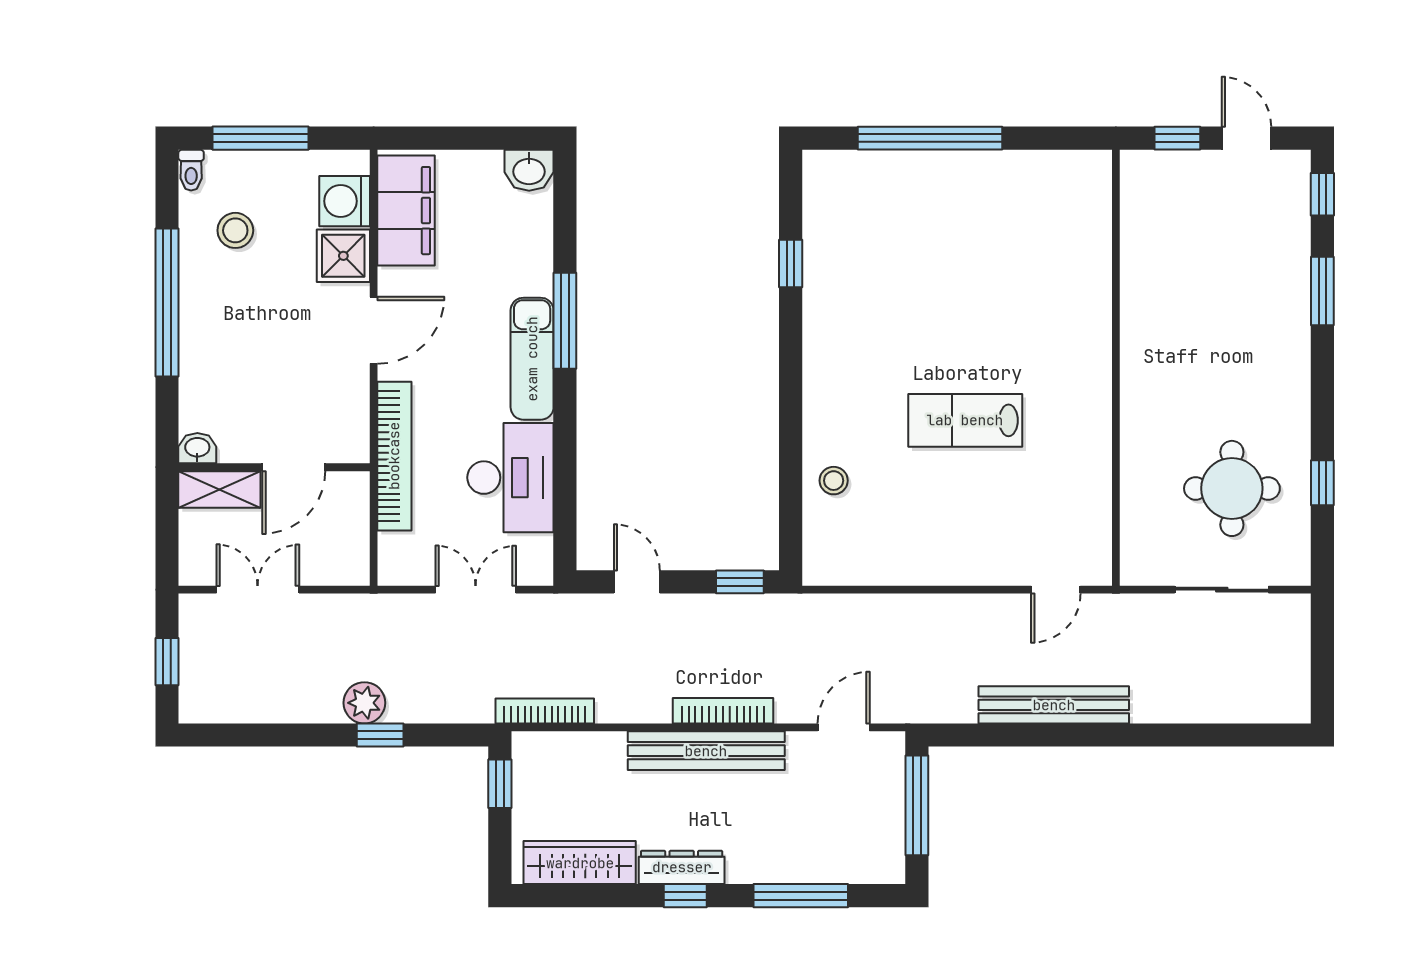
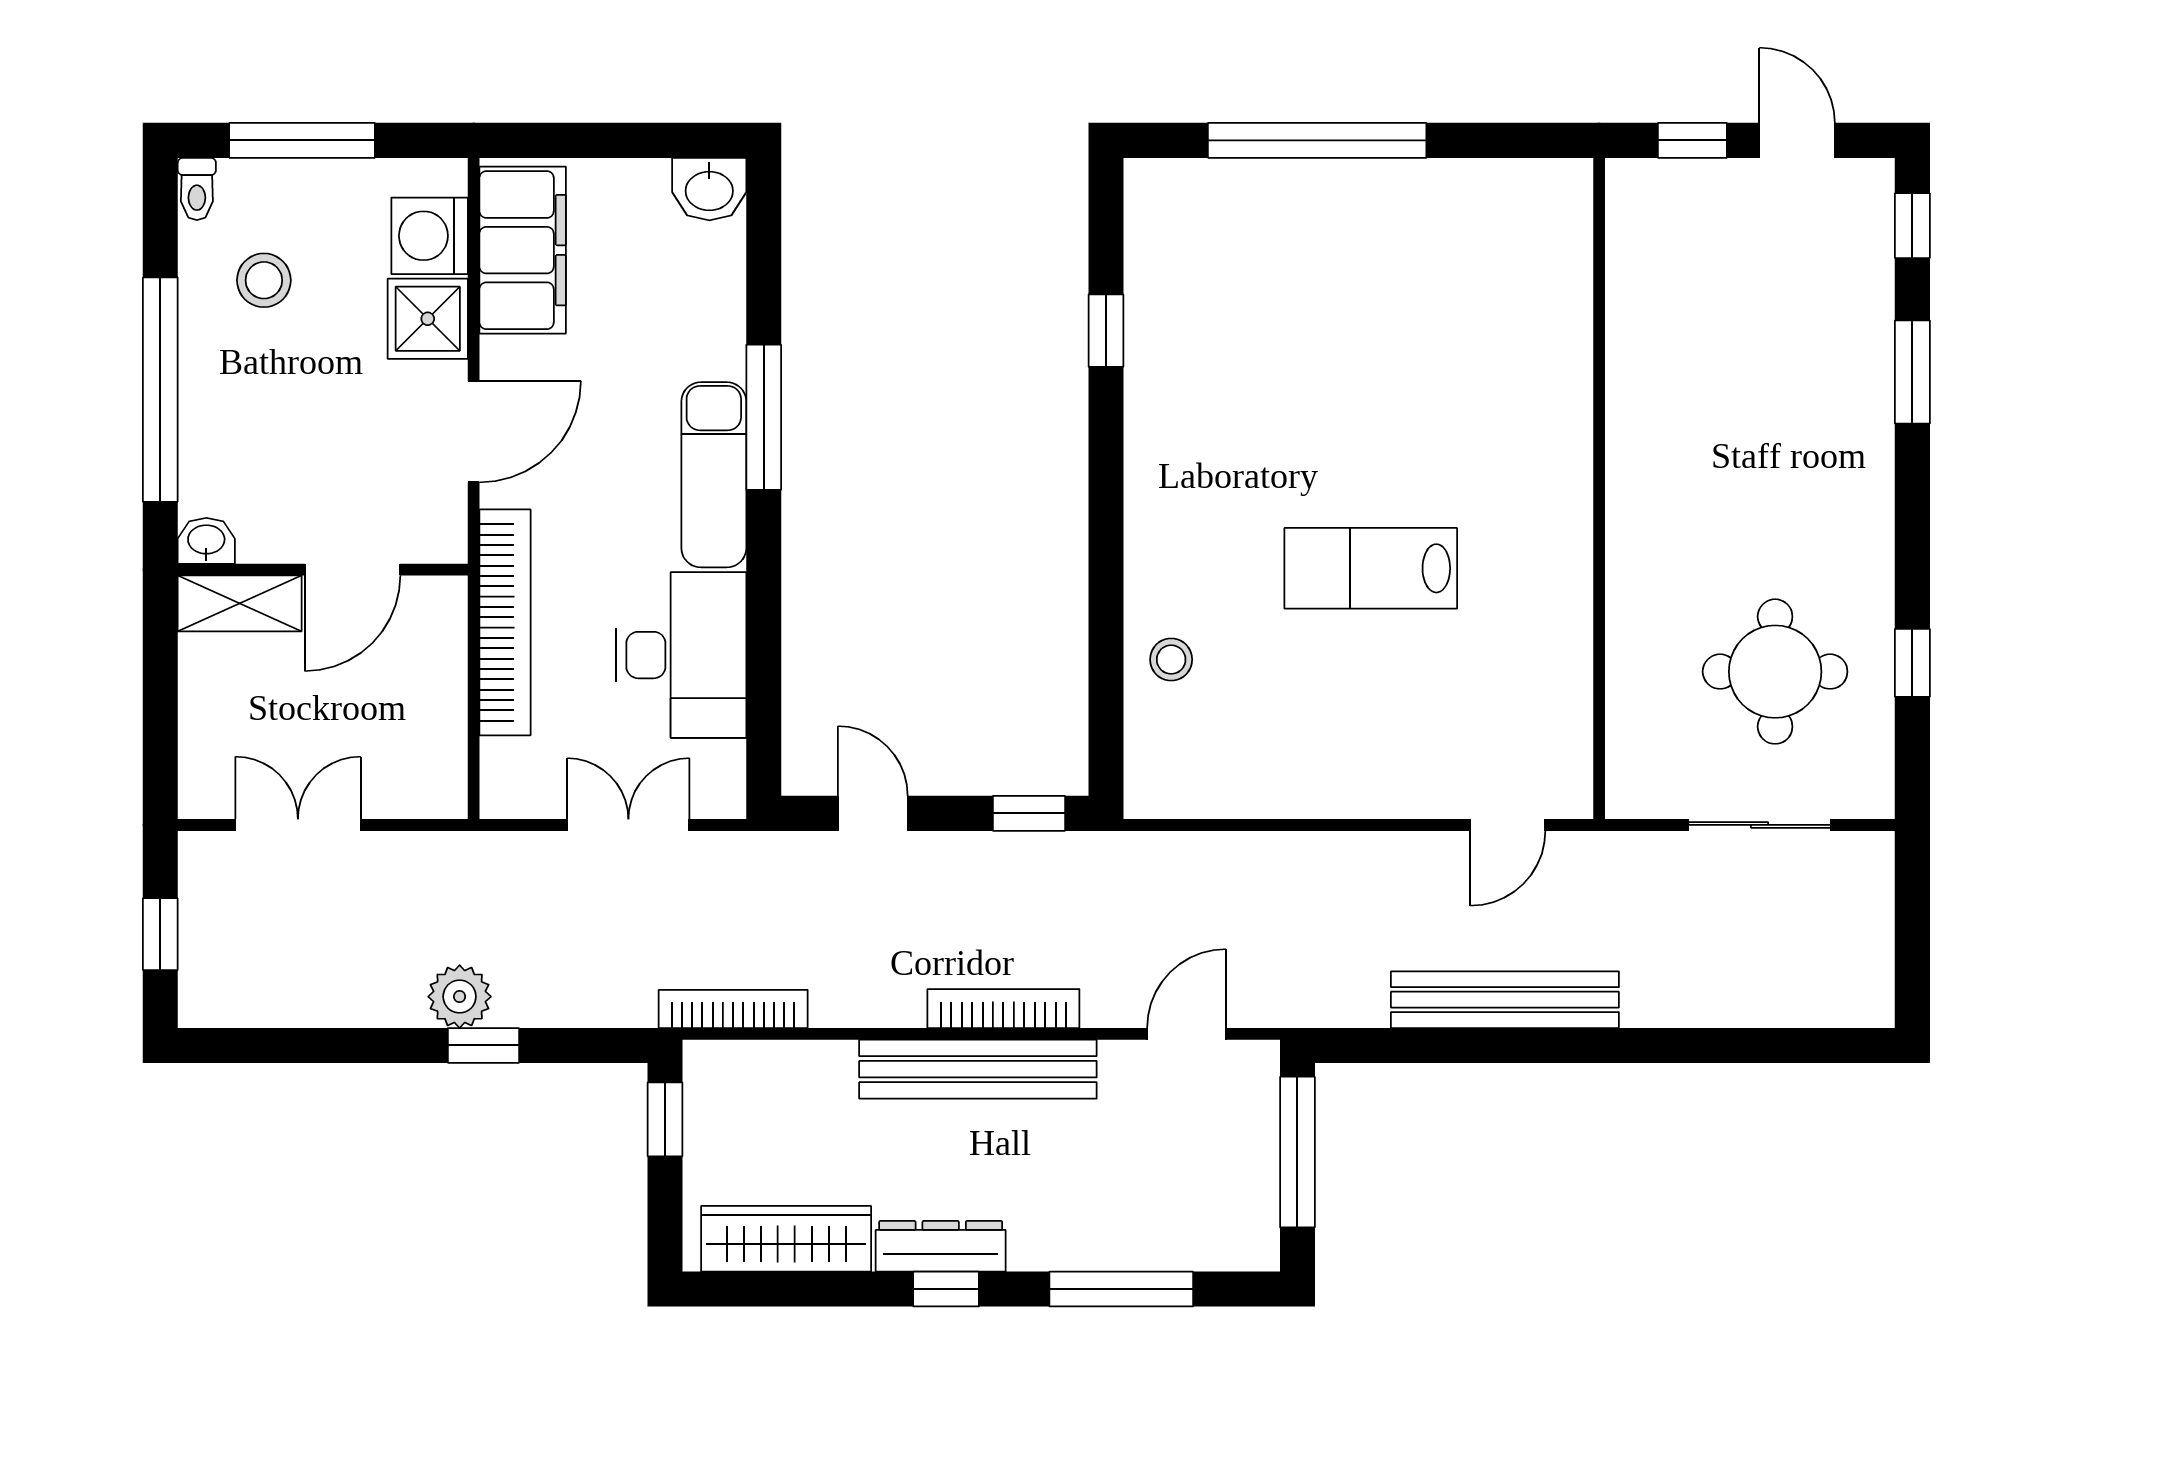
washbasin: (197, 448) -> (206, 541), moved
wall: (274, 467) -> (323, 570), moved
door: (294, 467) -> (353, 570), moved
shelving: (219, 489) -> (240, 603), moved

